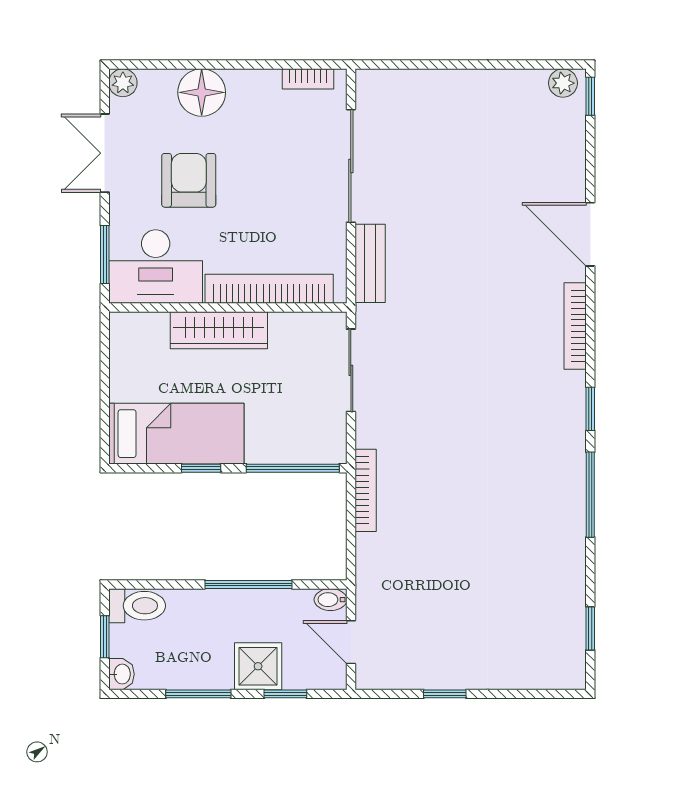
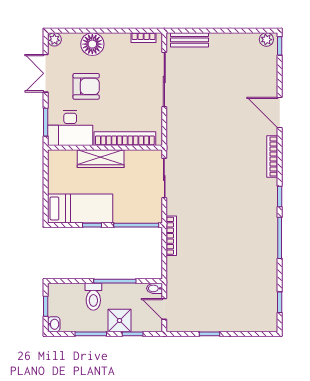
armchair: (189, 180) -> (86, 86), turned 90
bench: (370, 263) -> (189, 40), moved, turned 90
toilet: (137, 606) -> (93, 297), moved, turned 90

